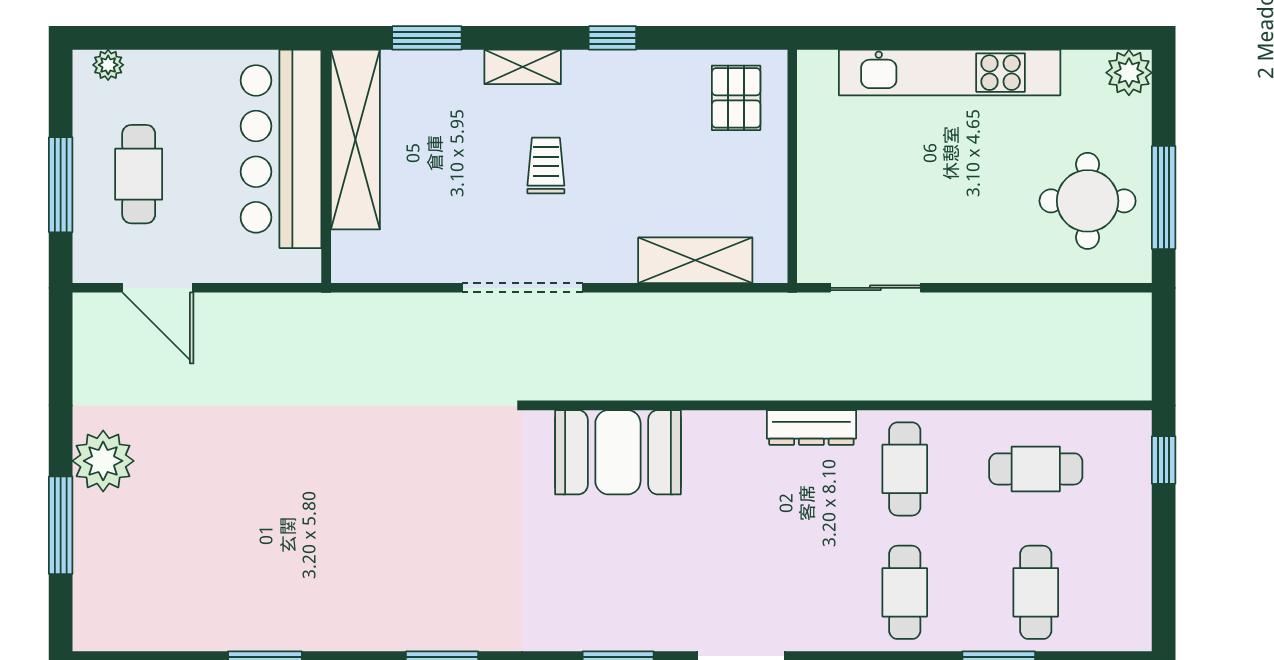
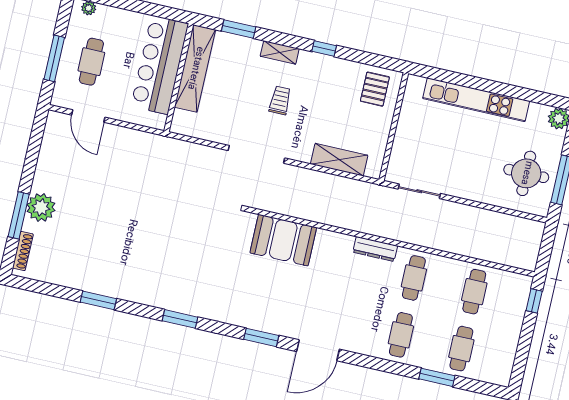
plant: (103, 461) -> (41, 207), moved
cafe table: (1036, 469) -> (474, 292), turned 90
shoe rack: (86, 597) -> (23, 251), added

